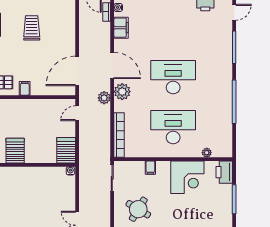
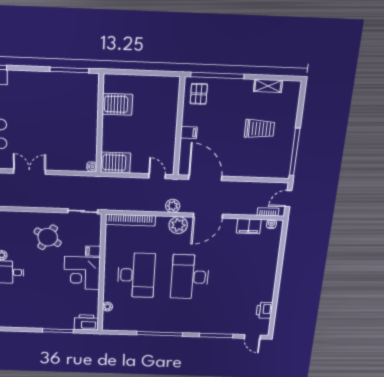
desk: (173, 77) -> (190, 277), turned 180
filing cabinet: (25, 88) -> (189, 133), moved
corner desk: (187, 177) -> (82, 273), moved

